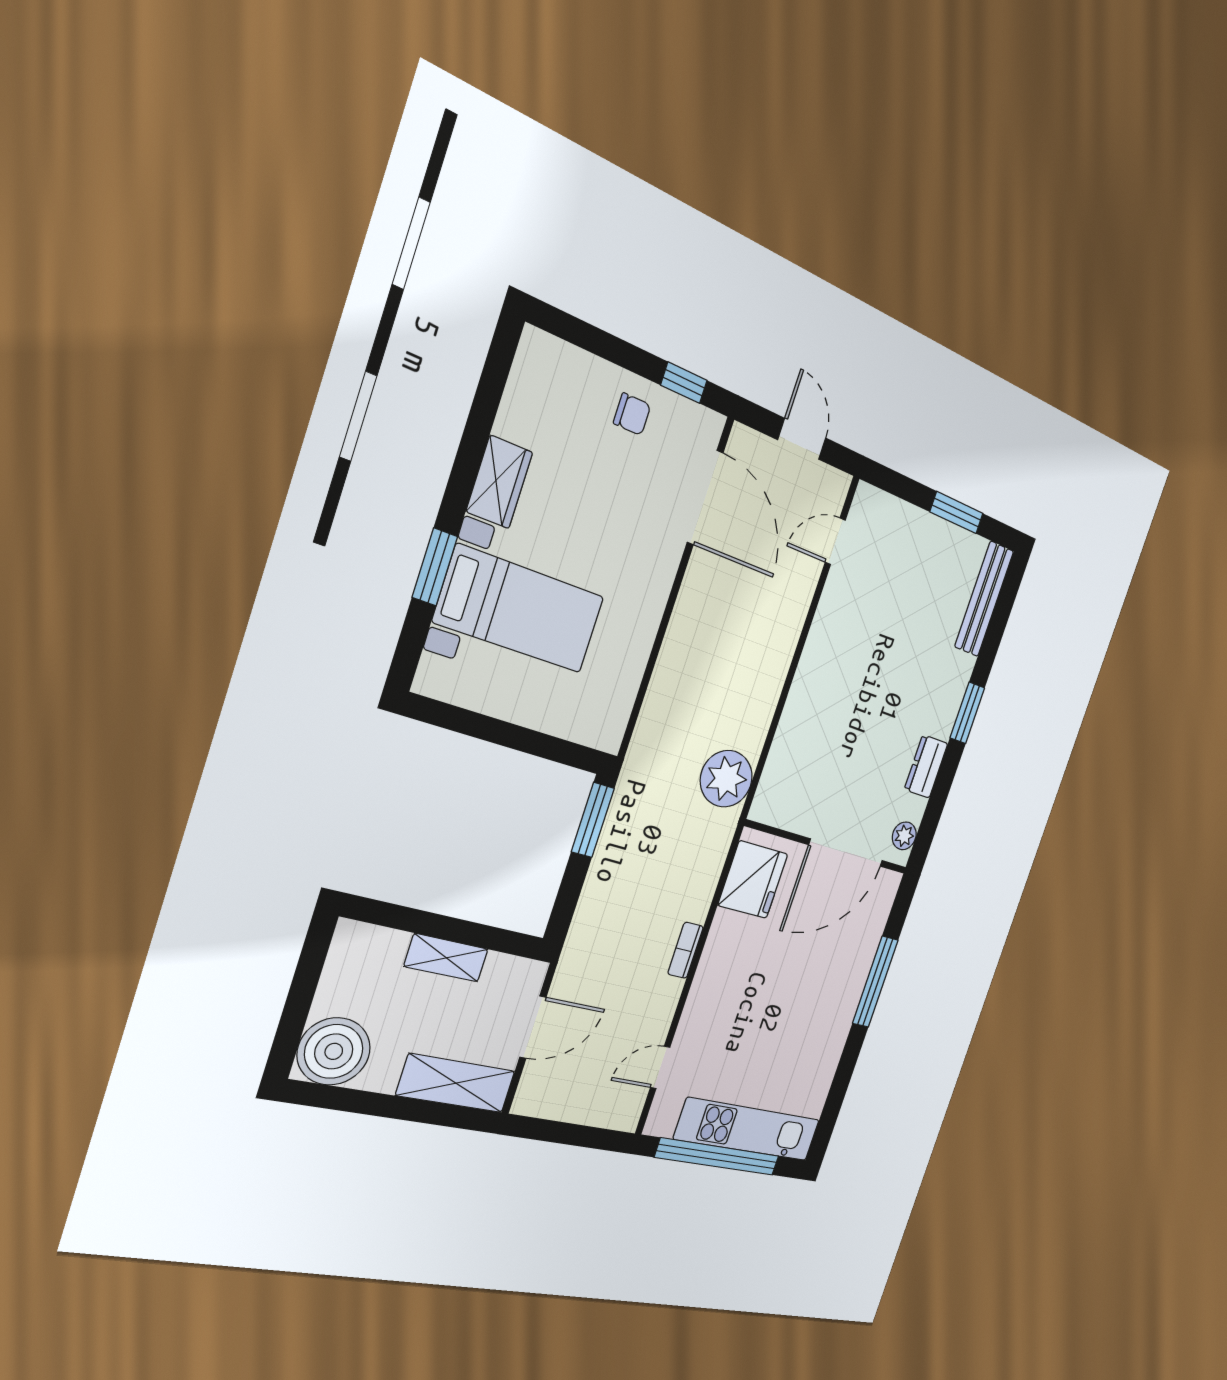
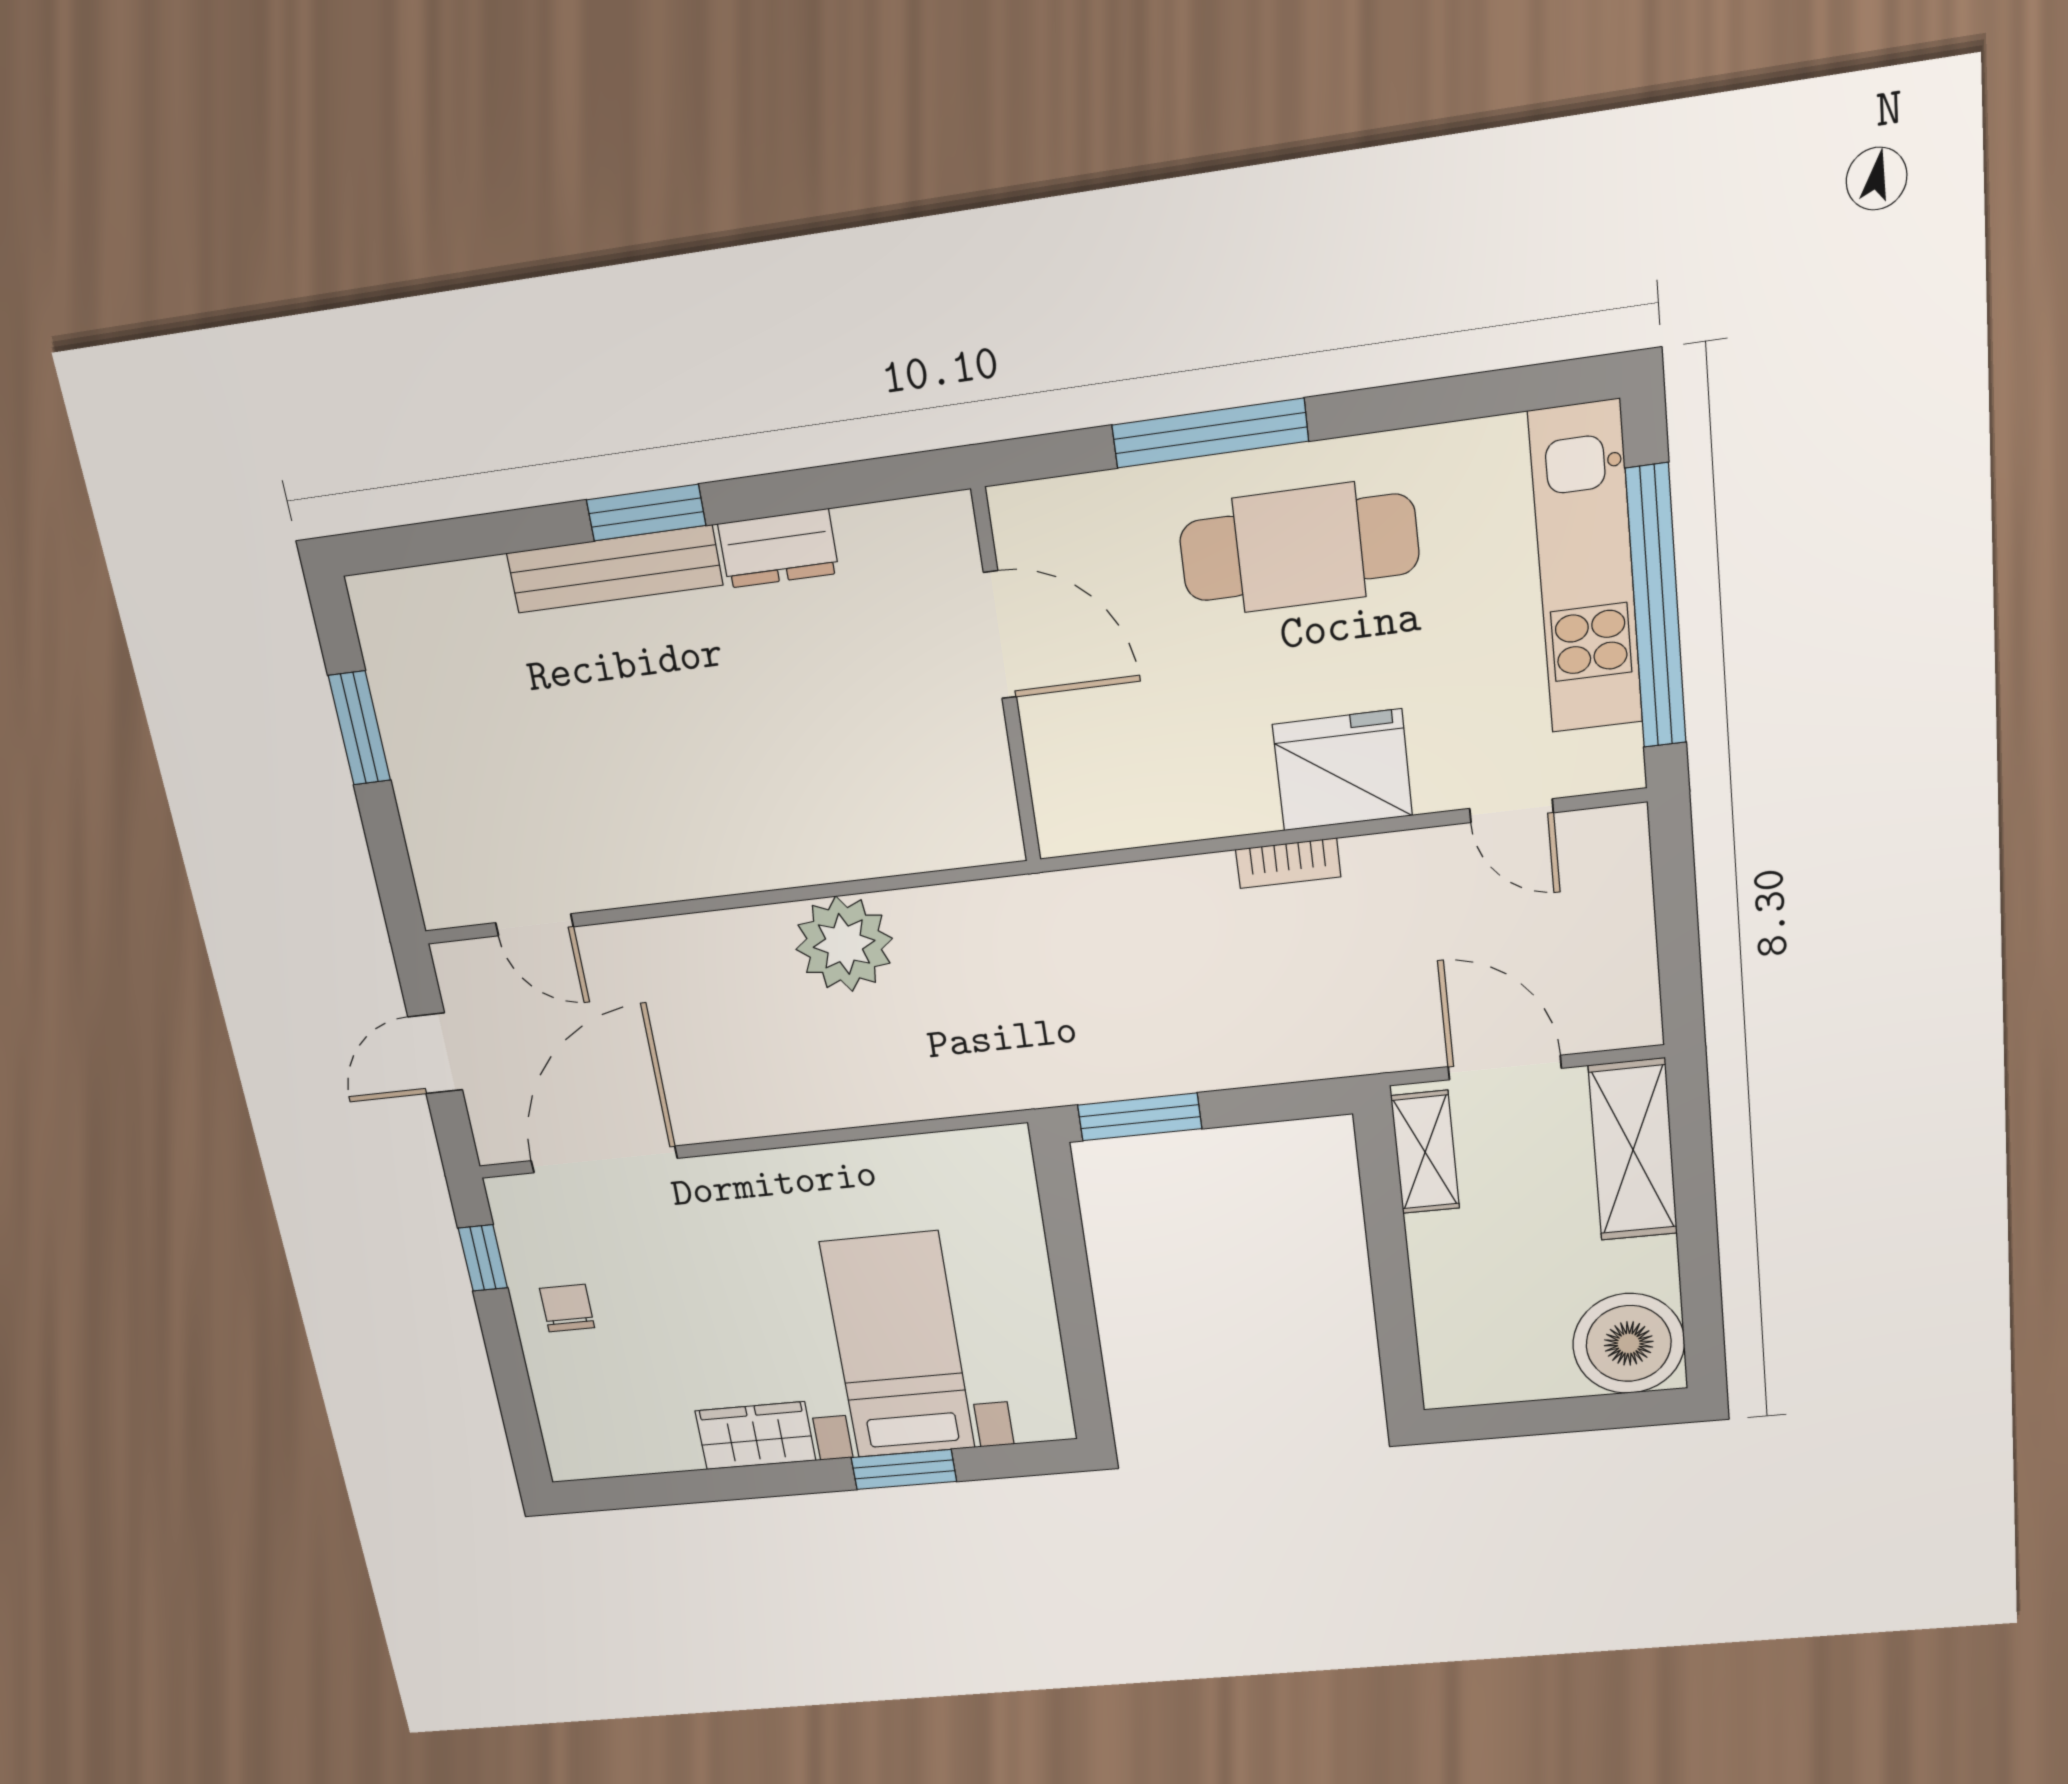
bench: (984, 599) -> (615, 569), moved
plant: (726, 779) -> (844, 944), moved
plant: (904, 836) -> (918, 525), removed
door: (846, 853) -> (1000, 635), width x0.73
fridge: (753, 880) -> (1343, 770), moved
shelving: (446, 958) -> (1425, 1152), moved
cafe table: (815, 1005) -> (1299, 548), added

